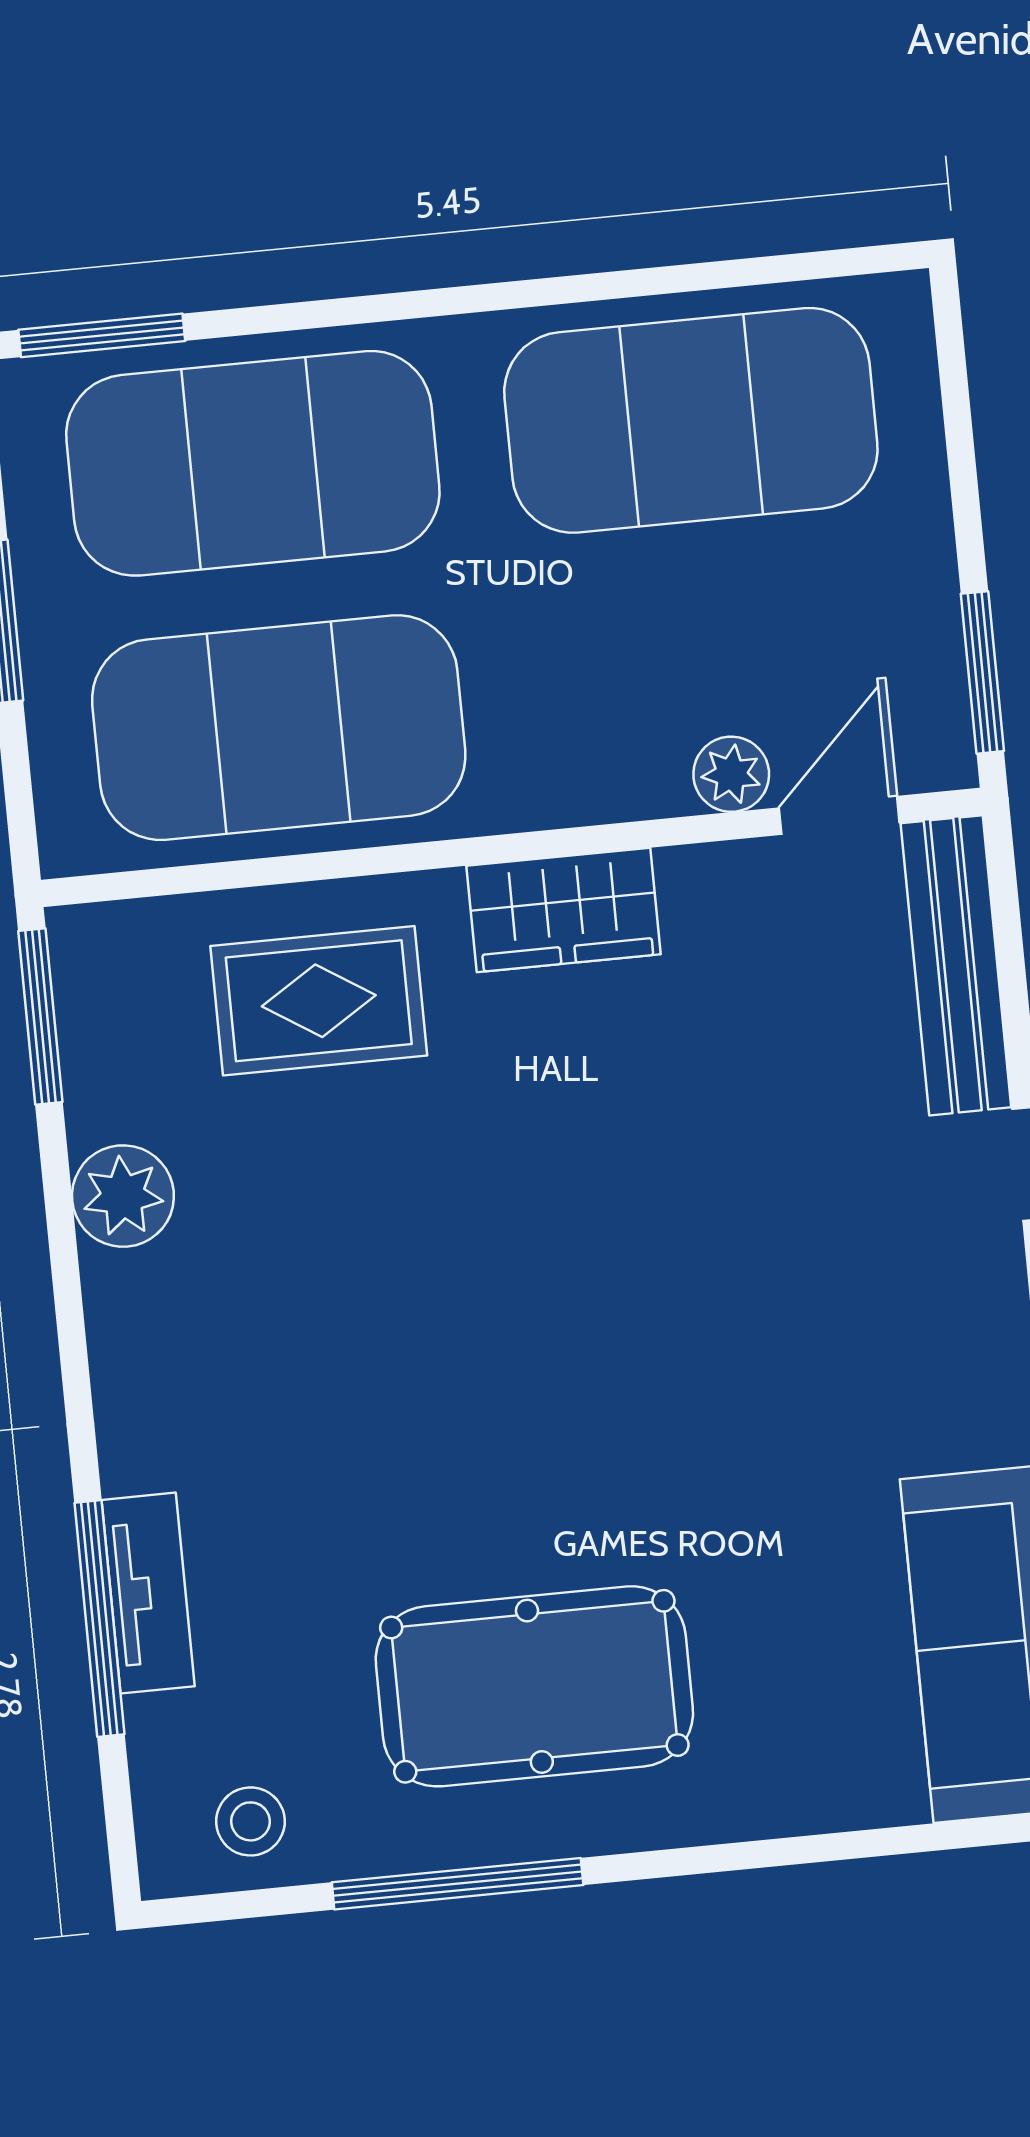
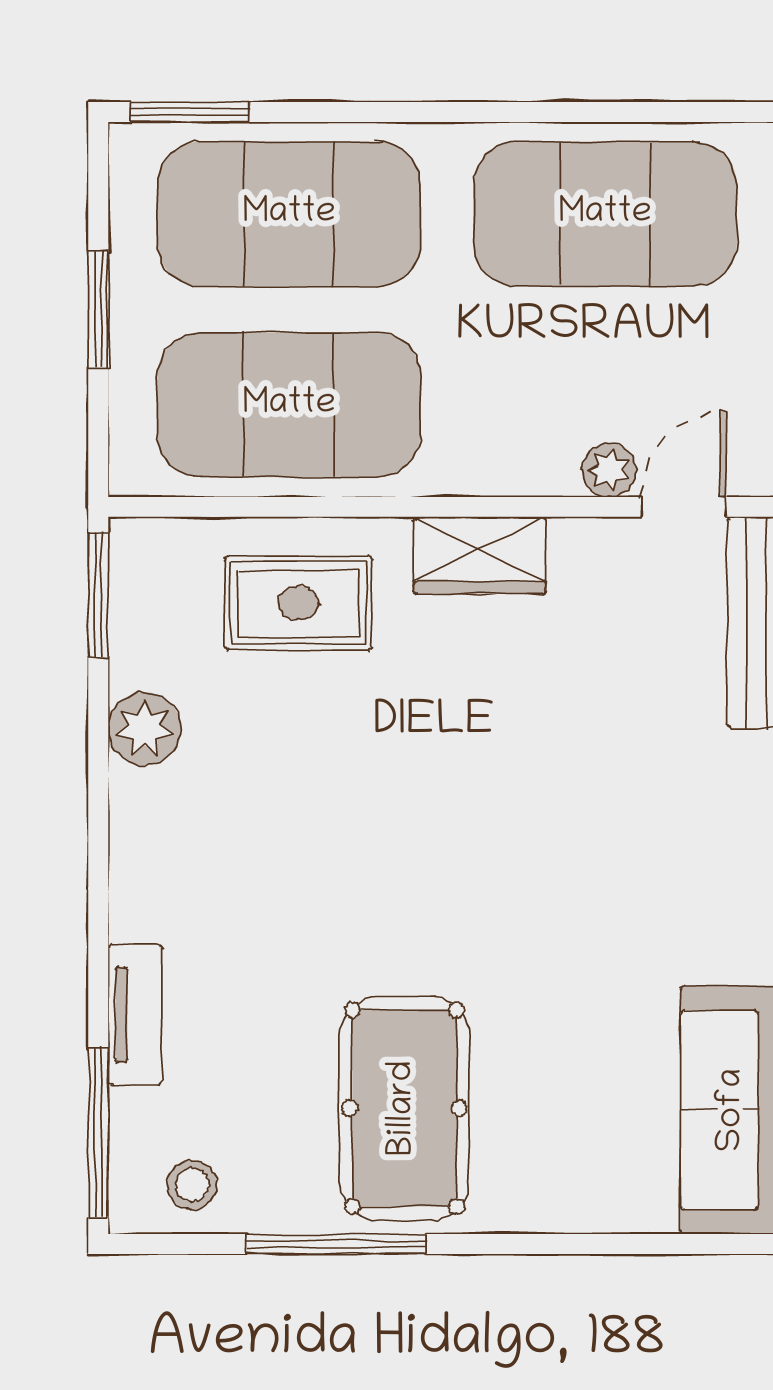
window: (99, 1618) -> (98, 1133), moved
pool table: (534, 1686) -> (404, 1108), turned 90

